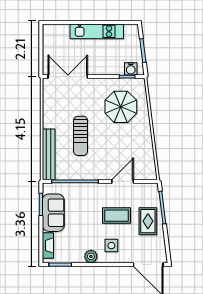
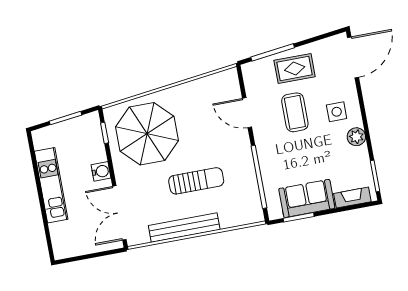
water cooler: (131, 69) -> (101, 171), moved
parasol: (121, 107) -> (147, 134), width x1.36, depth x1.36
bench: (49, 154) -> (184, 228), moved

